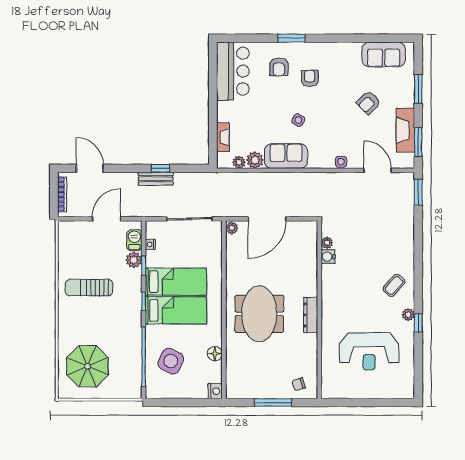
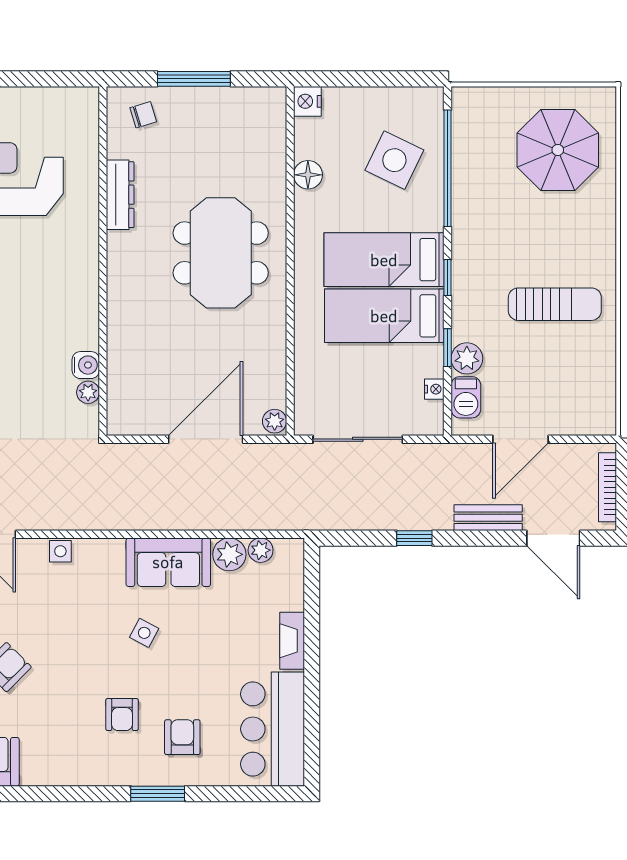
fireplace: (223, 137) -> (292, 641), moved
bench: (156, 179) -> (488, 518), moved
dresser: (311, 315) -> (120, 195), moved

